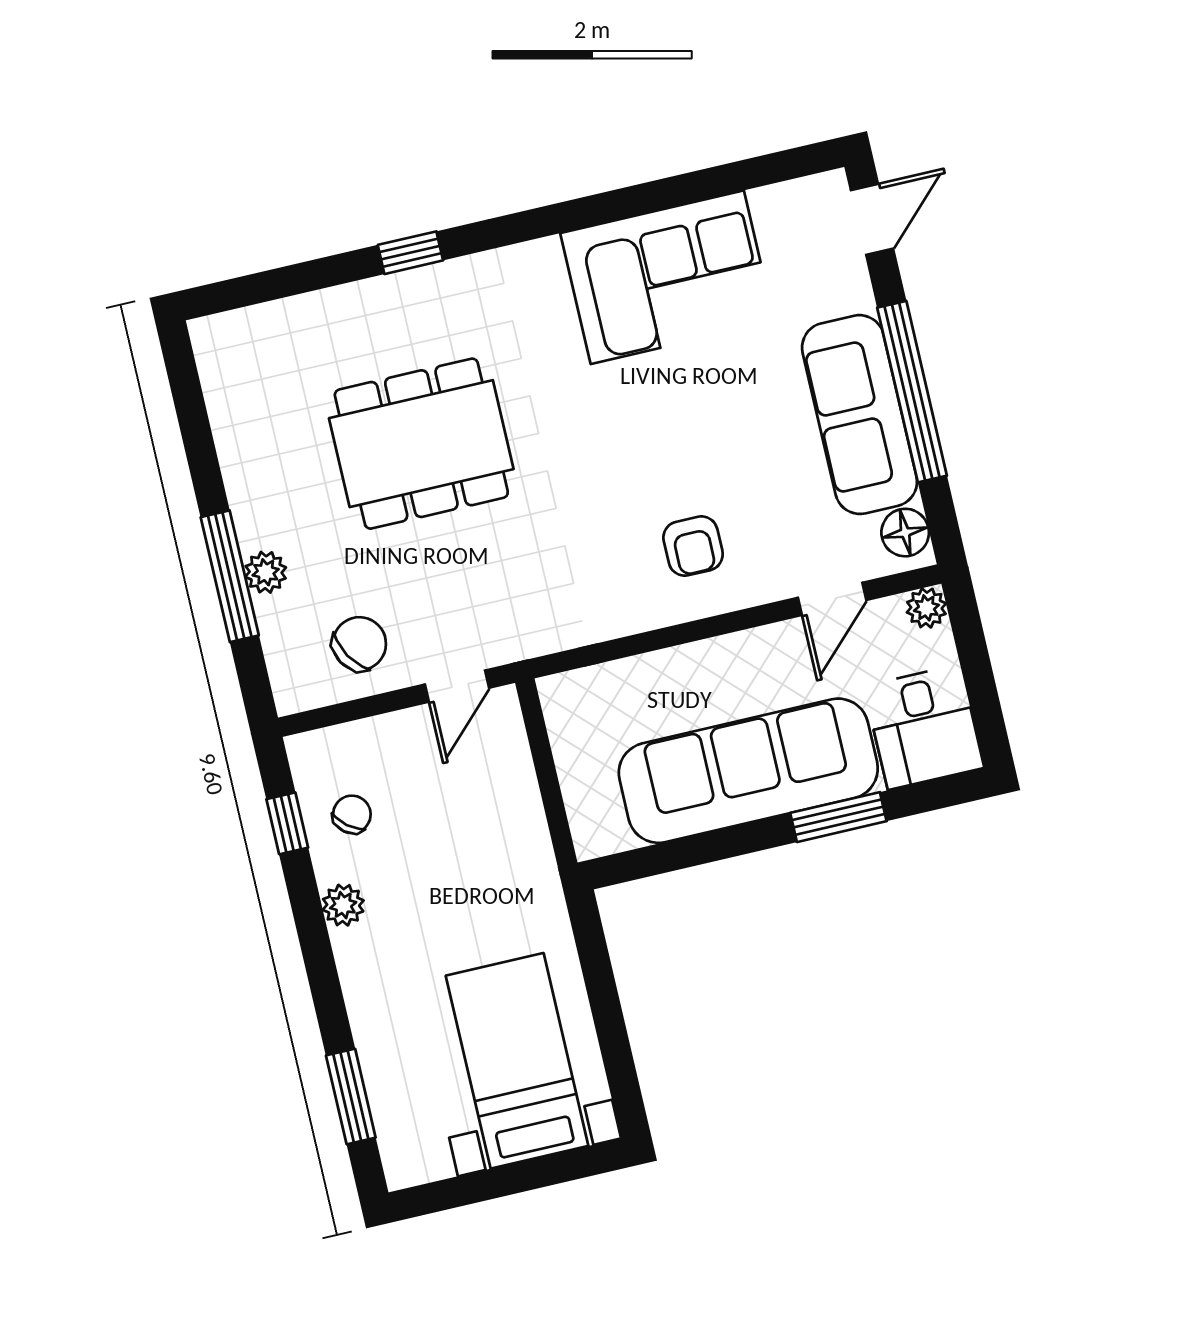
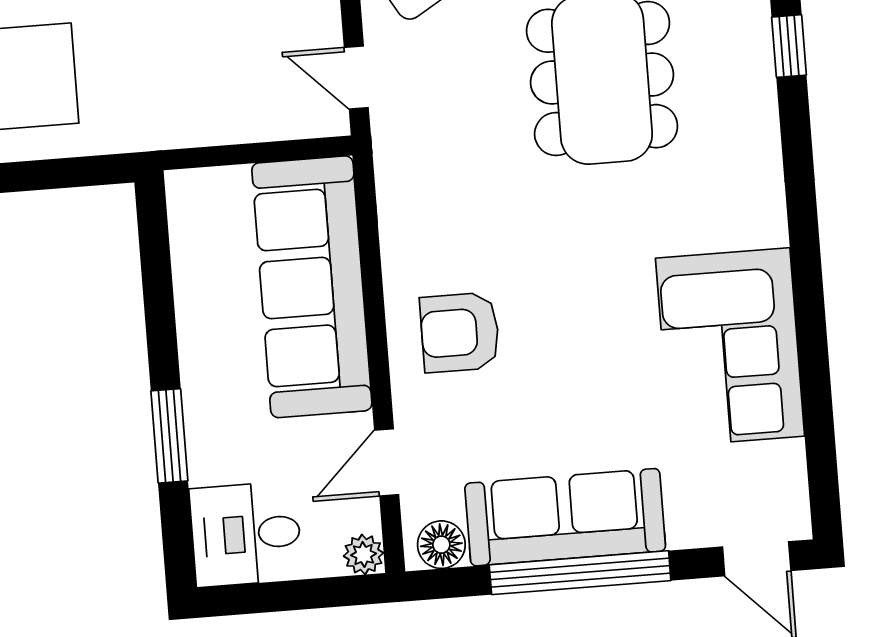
window: (410, 253) -> (789, 46), moved
armchair: (693, 546) -> (460, 332), width x1.38, depth x1.38
door: (832, 599) -> (387, 462), hinge flipped
sofa: (748, 771) -> (312, 287), moved, turned 180

